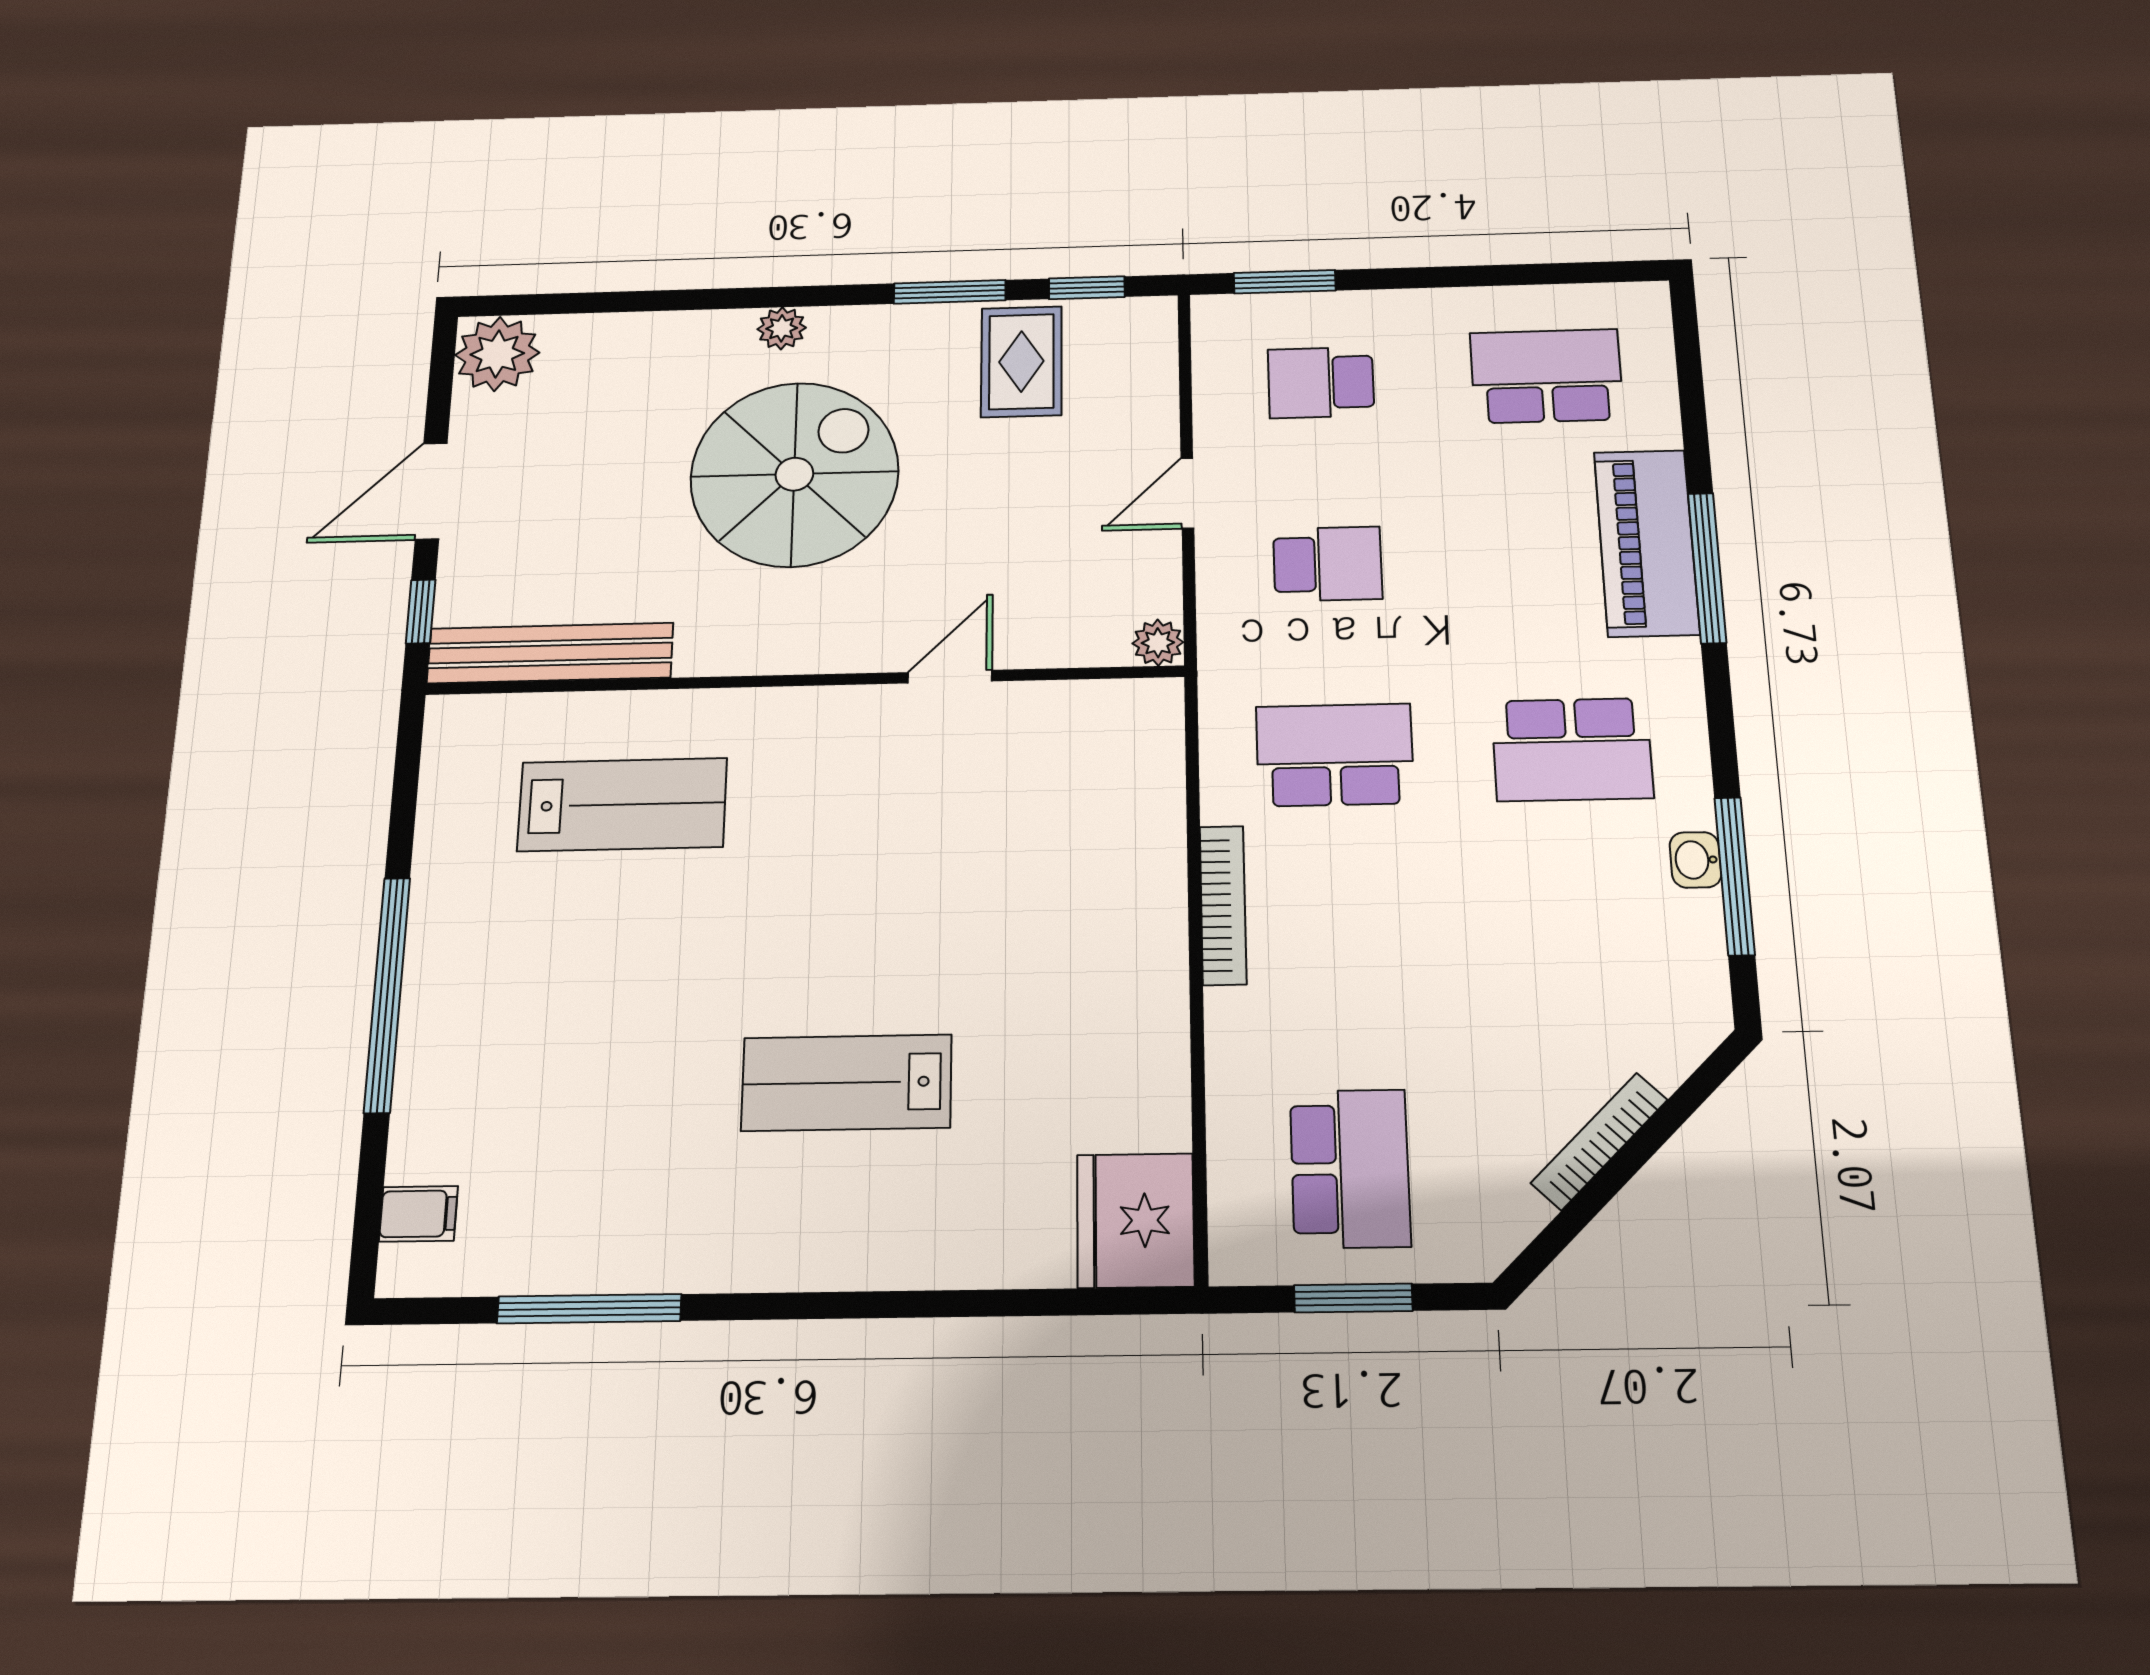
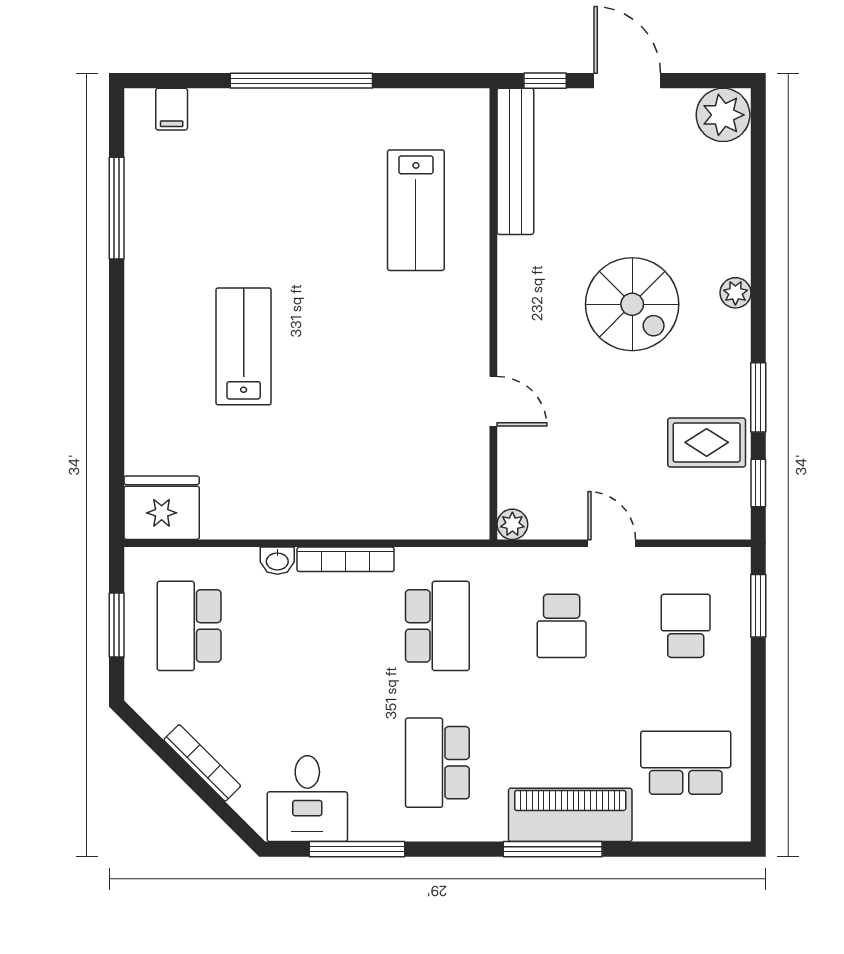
school desk: (1546, 376) -> (686, 763), turned -90
spiral stairs: (794, 474) -> (632, 304), width x0.73, depth x0.73
washbasin: (1695, 860) -> (277, 561), moved, turned 180
desk: (1651, 960) -> (307, 799), added
school desk: (1350, 1169) -> (189, 626), turned 90

